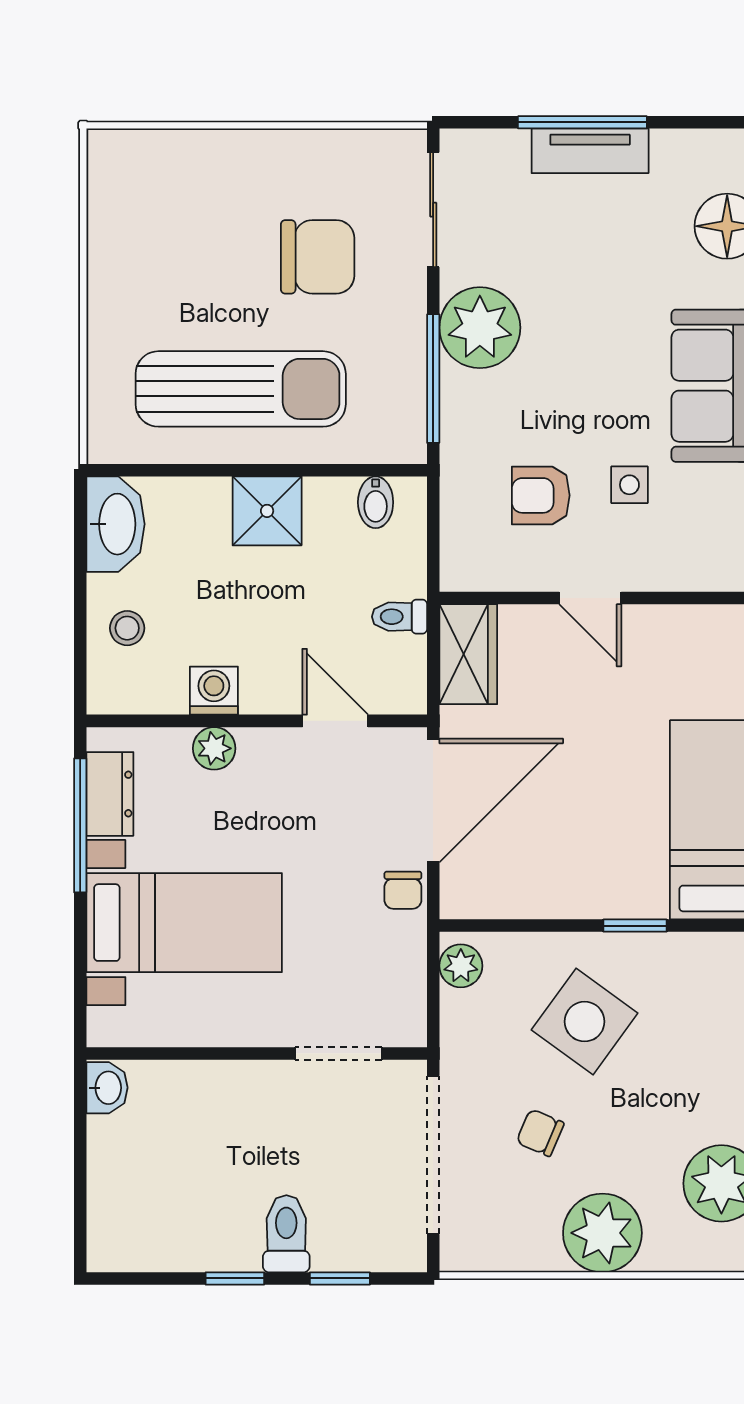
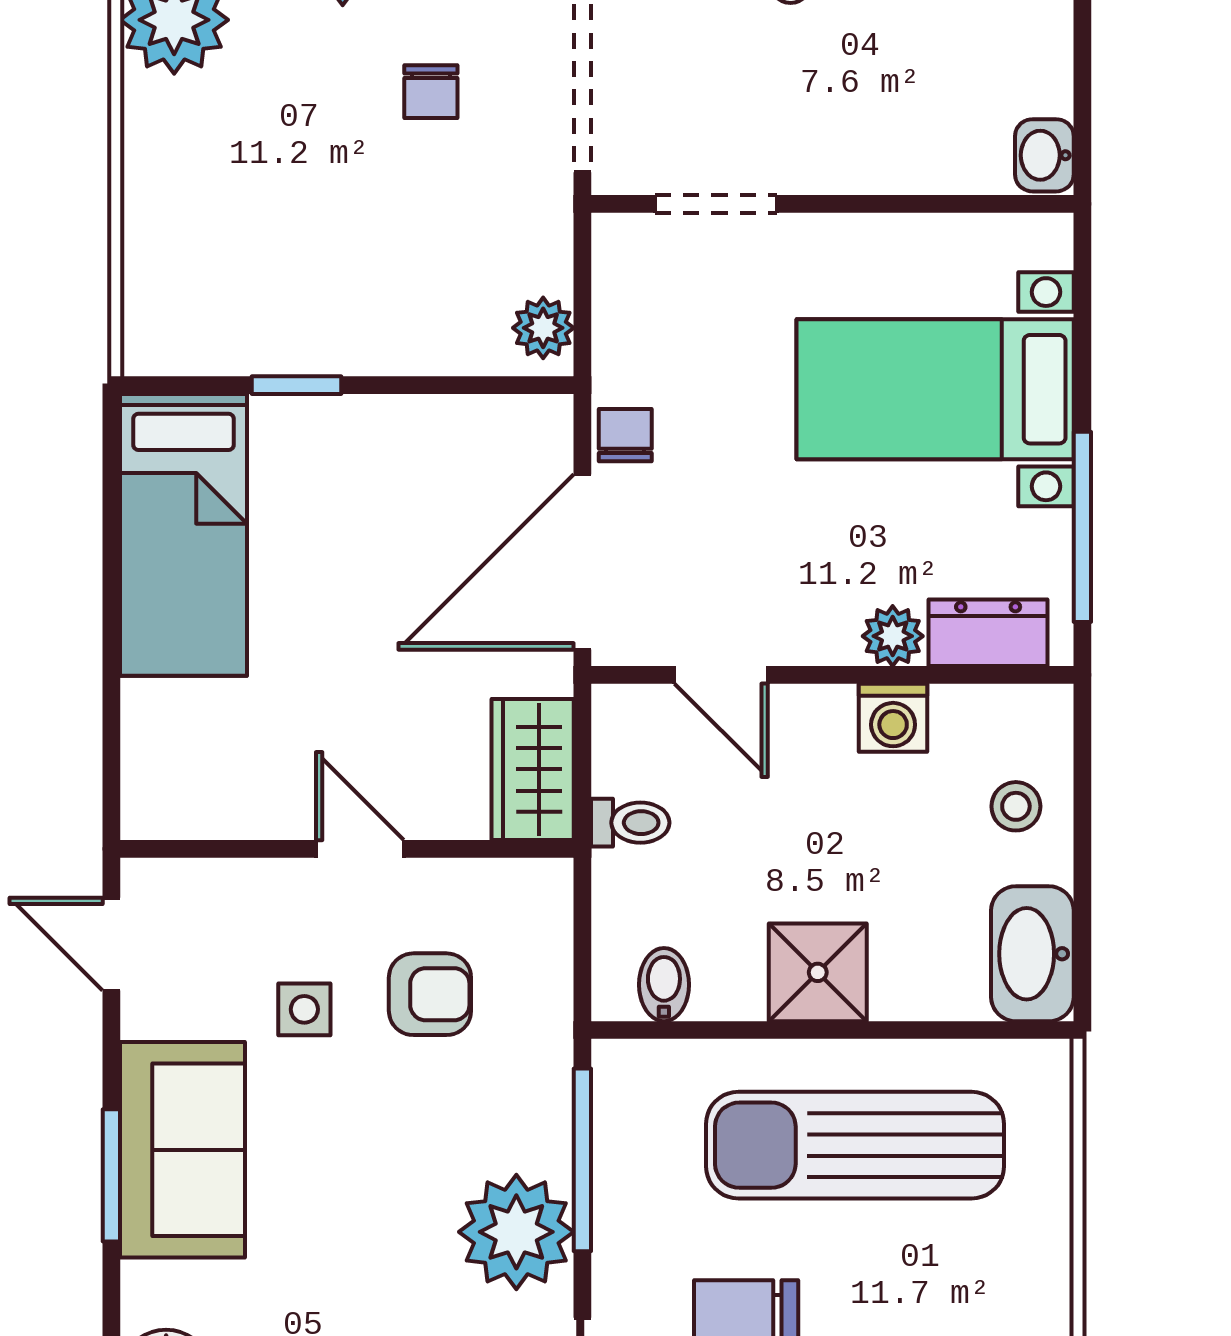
dresser: (110, 794) -> (988, 633), moved, turned 90
side table: (585, 1022) -> (368, 249), removed
chair: (540, 1133) -> (431, 92), turned 67

